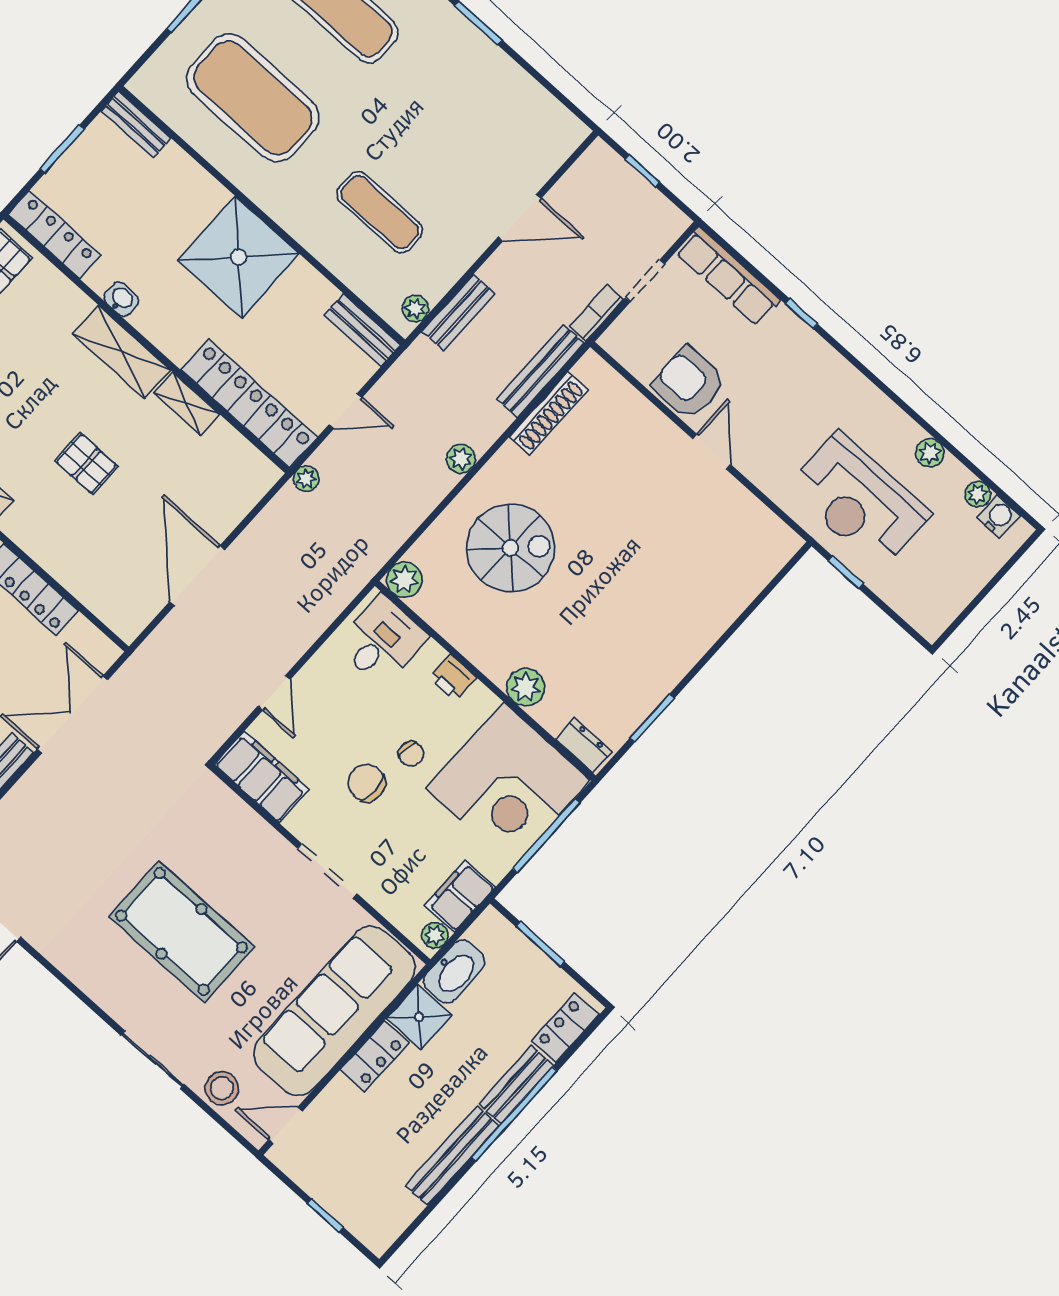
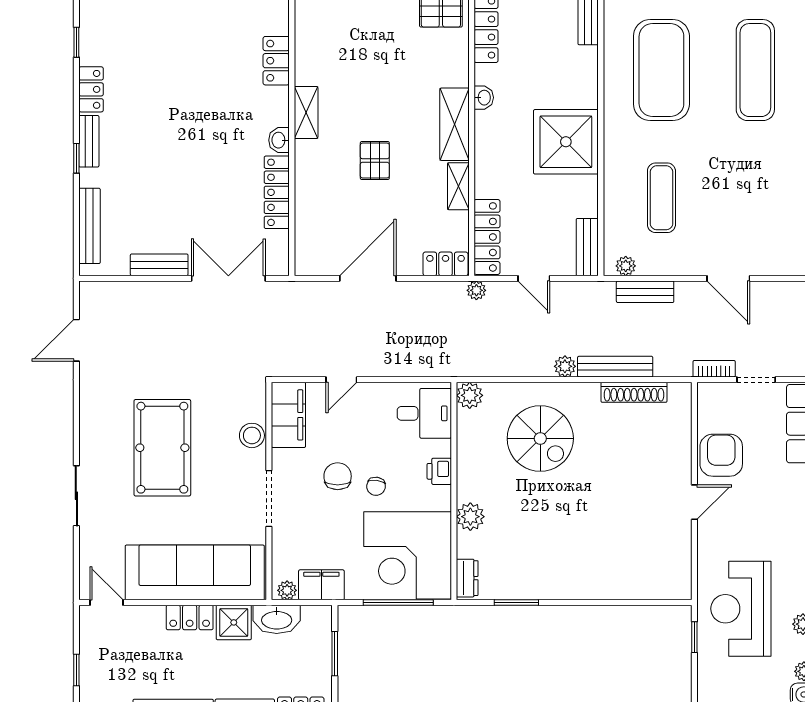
bench: (540, 371) -> (615, 367), moved
locker: (249, 404) -> (487, 237), width x0.71, depth x0.83
locker: (252, 486) -> (446, 264), added
stool: (222, 1088) -> (252, 435), moved

